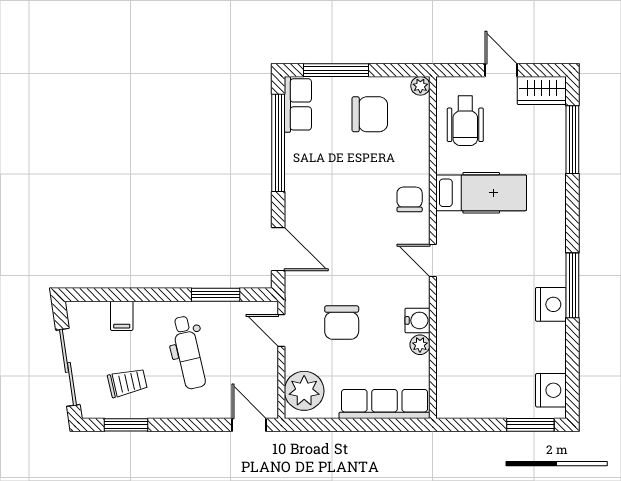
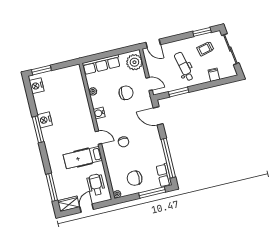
door: (501, 70) -> (87, 208), swing flipped
chair: (410, 199) -> (124, 142), moved
door: (433, 261) -> (98, 138), moved
water cooler: (417, 320) -> (99, 113), moved
chair: (342, 323) -> (126, 93), turned 90

